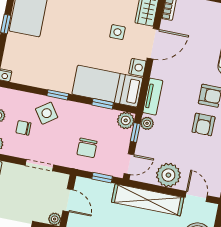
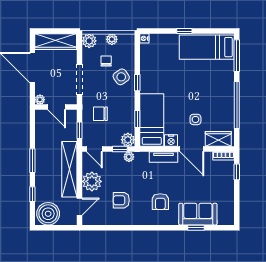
tv unit: (153, 97) -> (164, 157), moved
armchair: (204, 124) -> (121, 200), moved
doorway: (40, 165) -> (80, 79), width x1.38
door: (68, 200) -> (57, 107), hinge flipped

